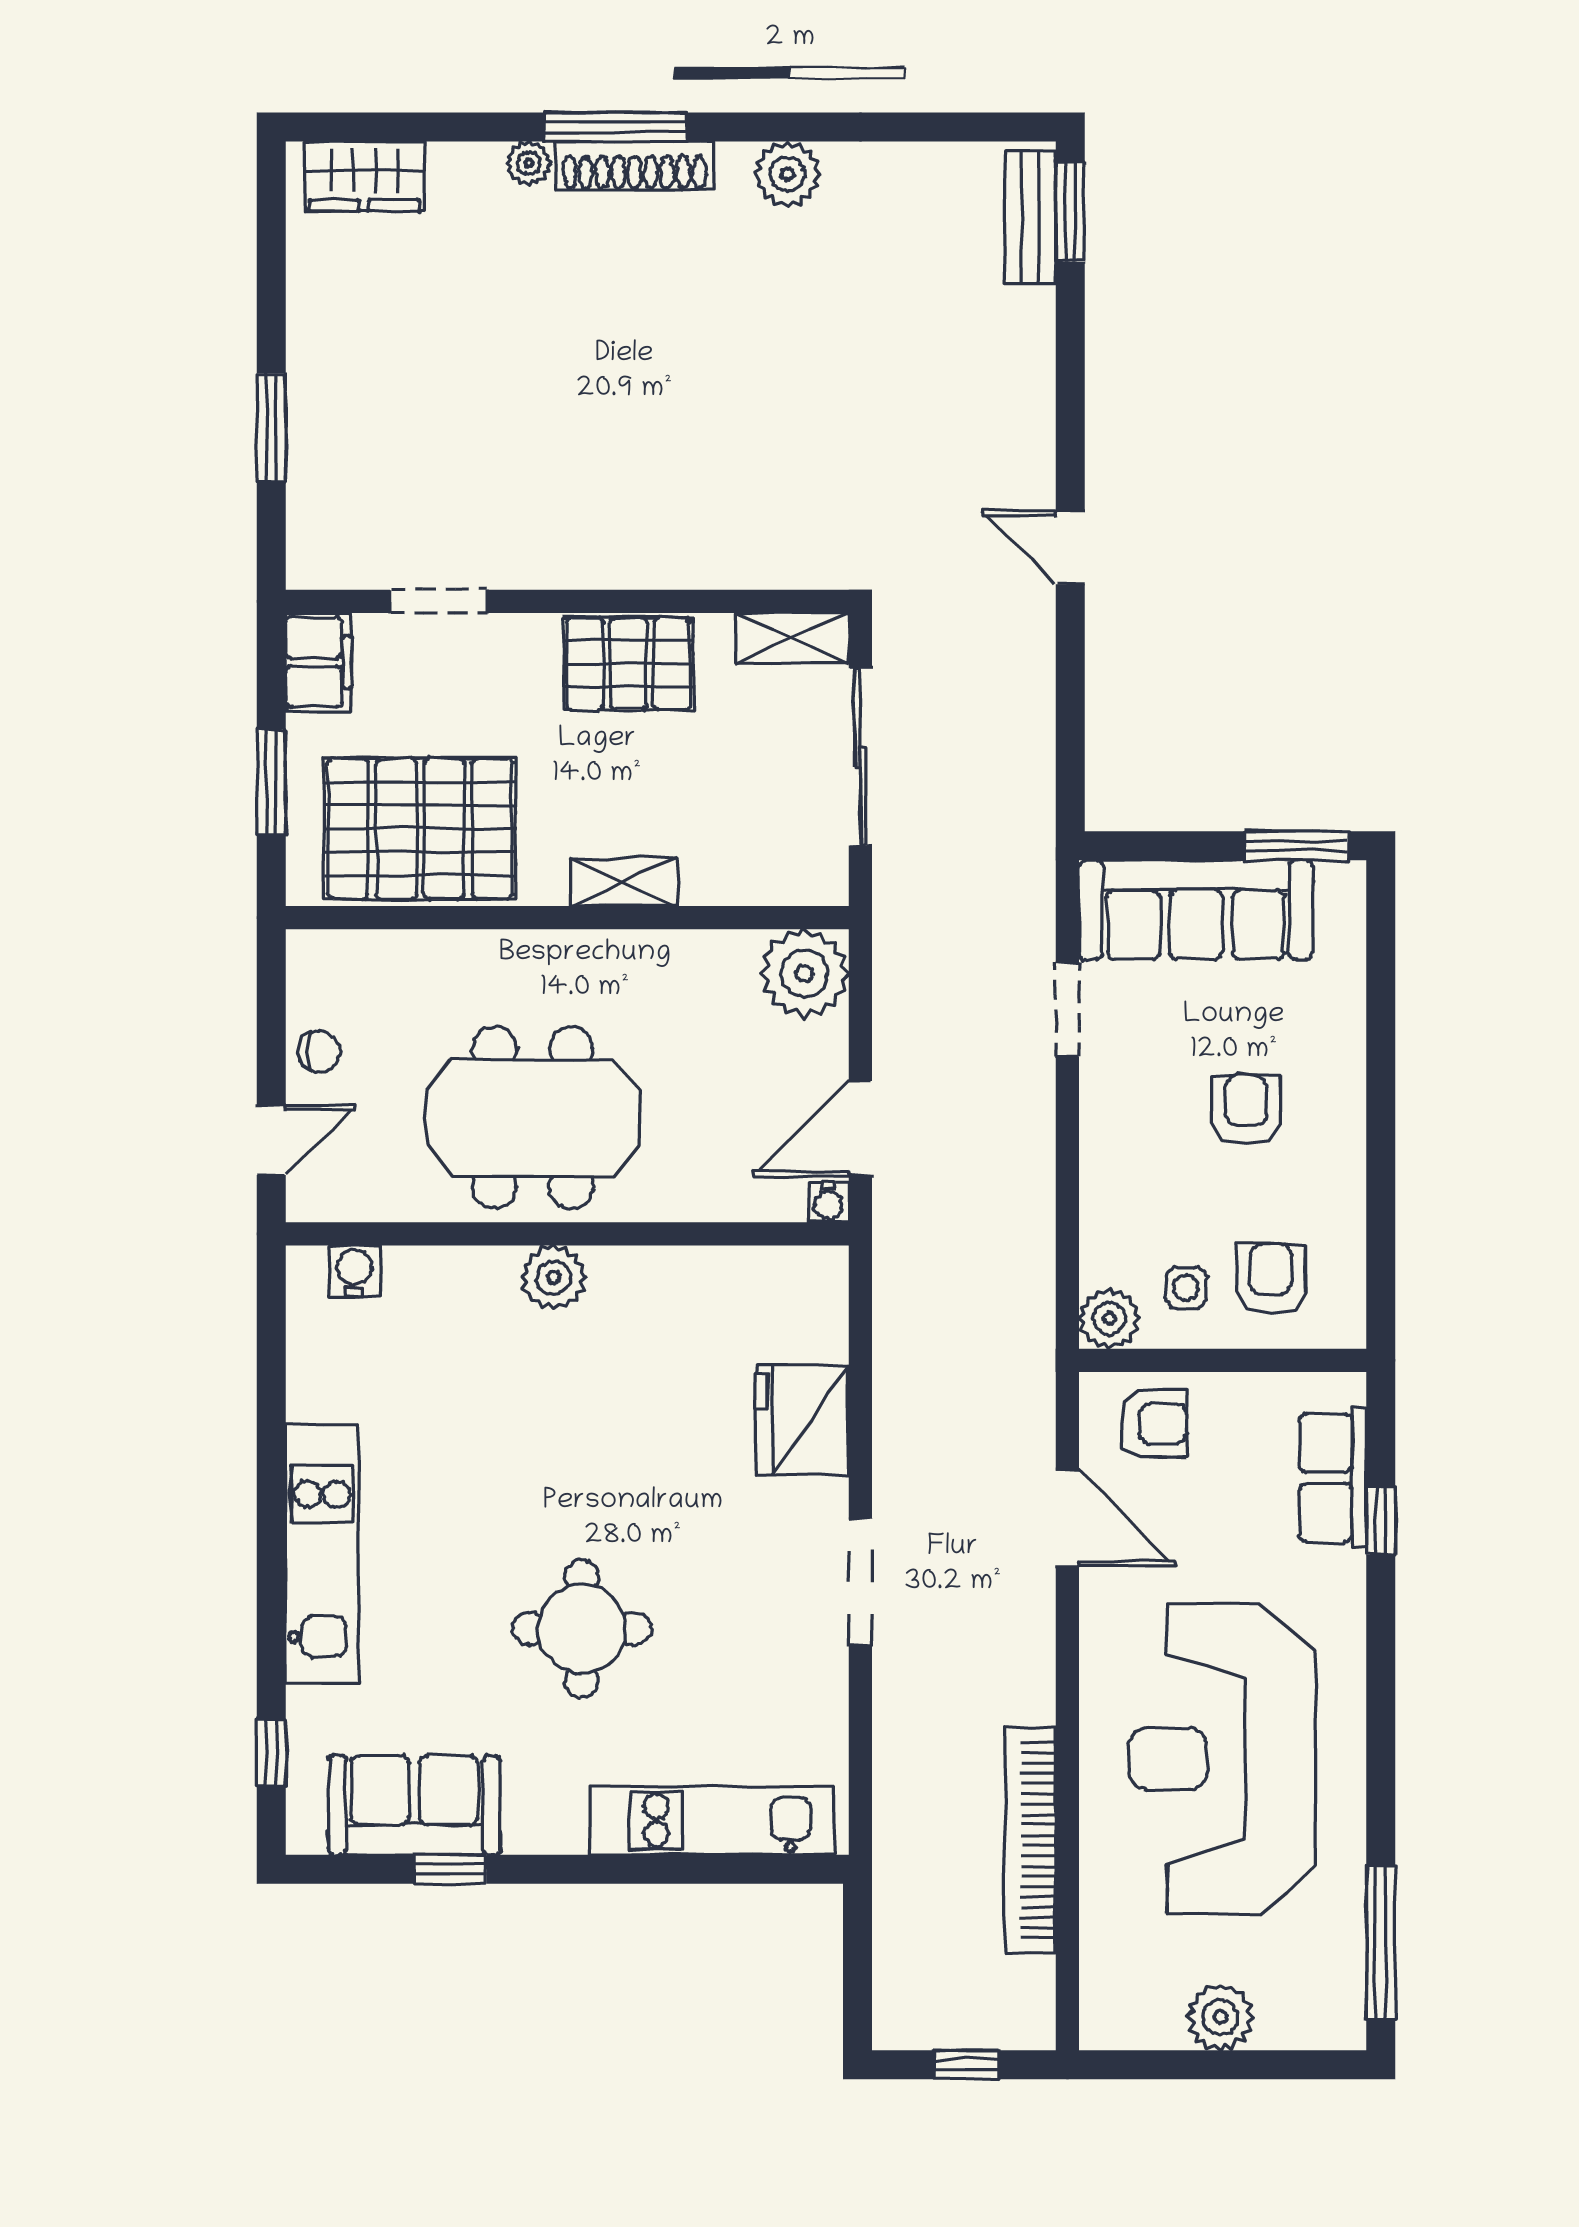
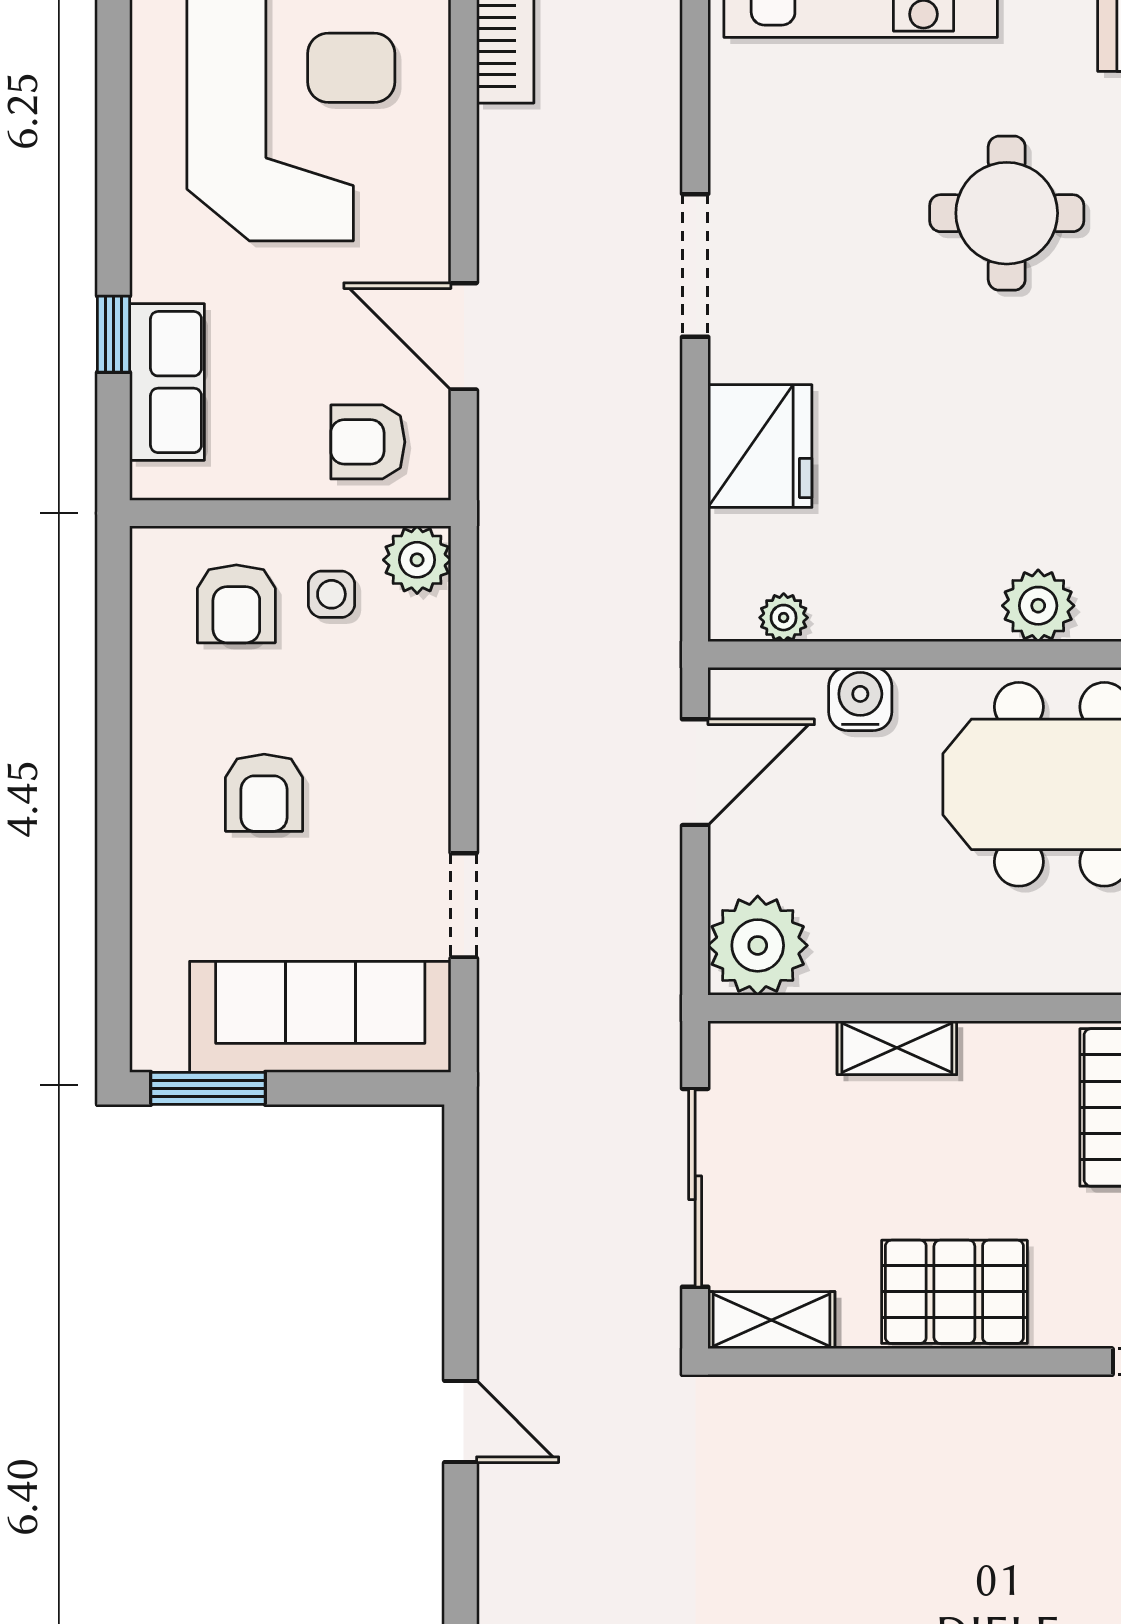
shelving: (624, 882) -> (897, 1048), moved
water cooler: (829, 1202) -> (860, 699), moved, width x1.38, depth x1.38
plant: (781, 1267) -> (784, 618), added

